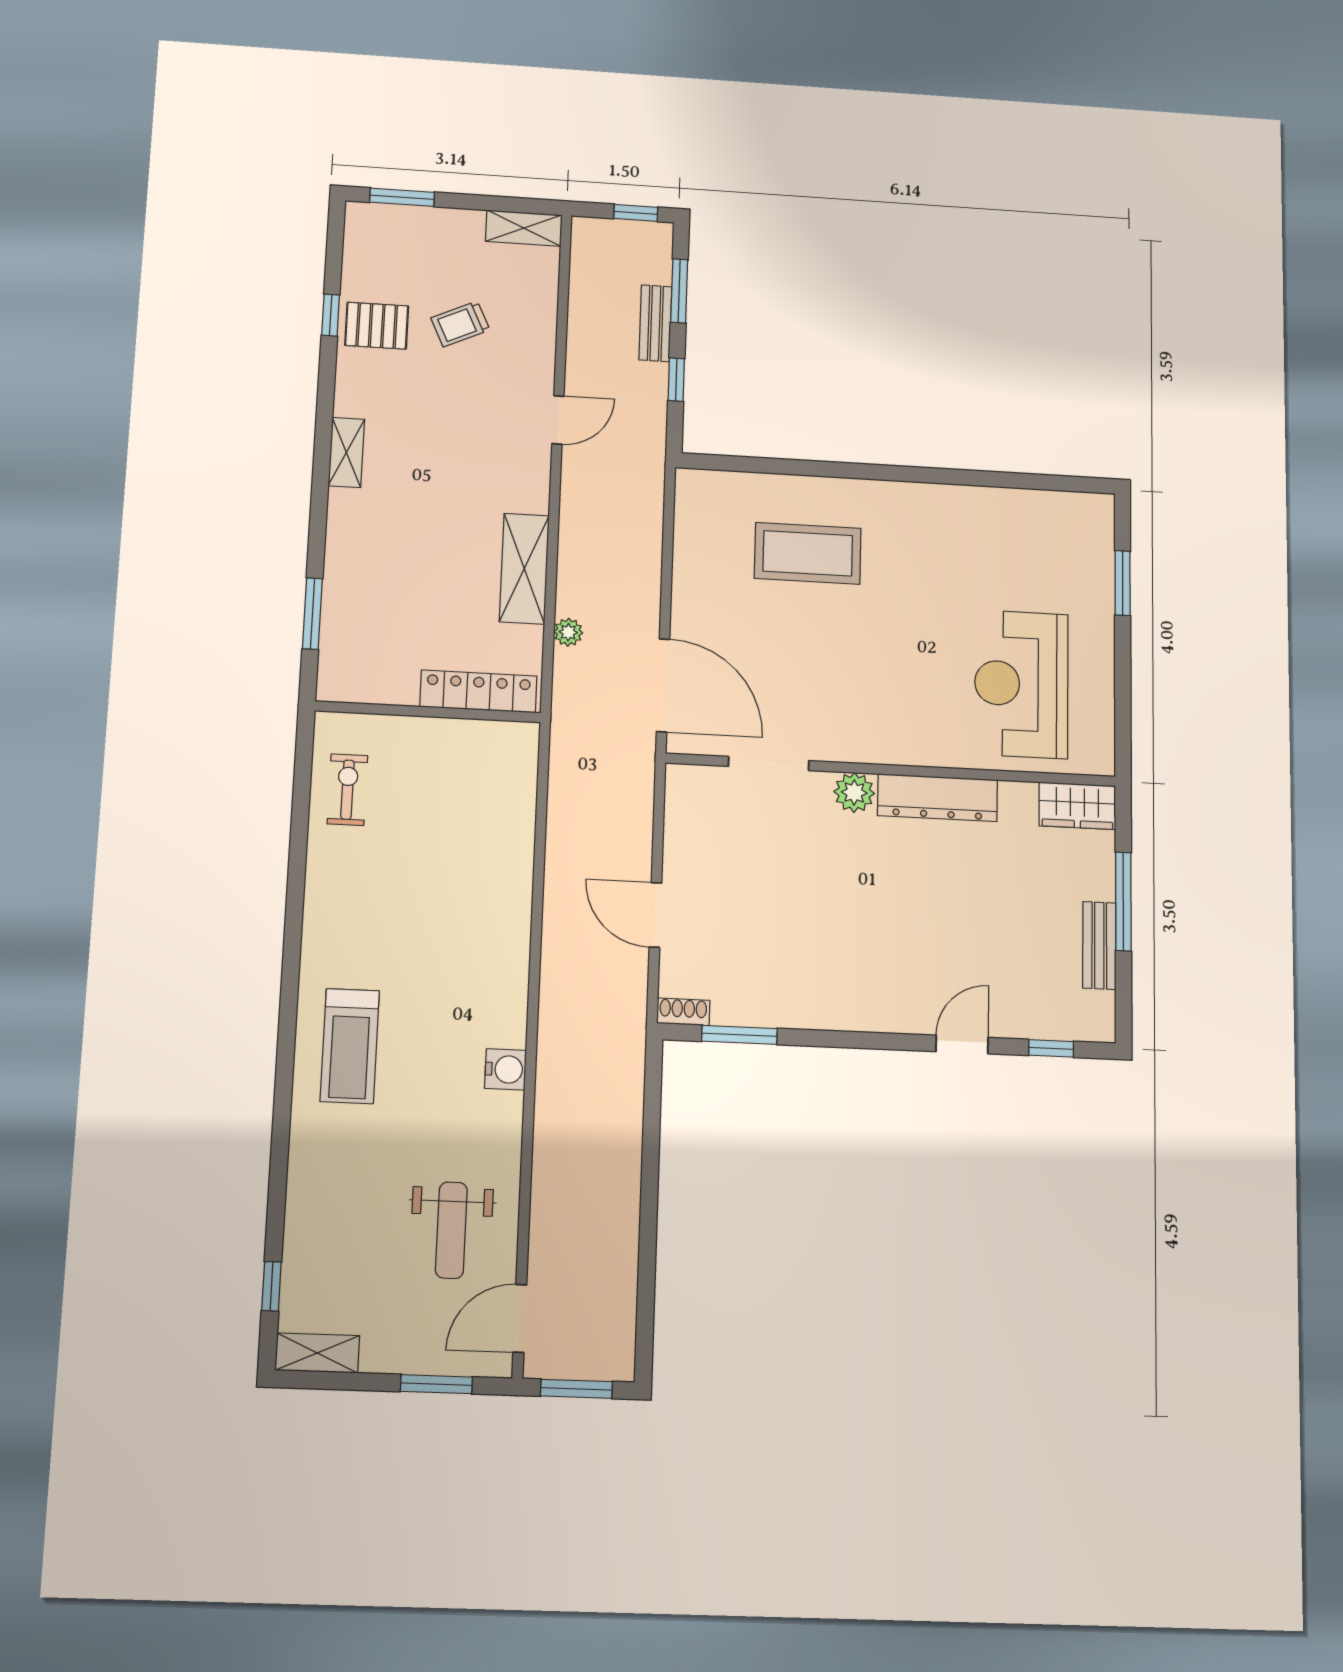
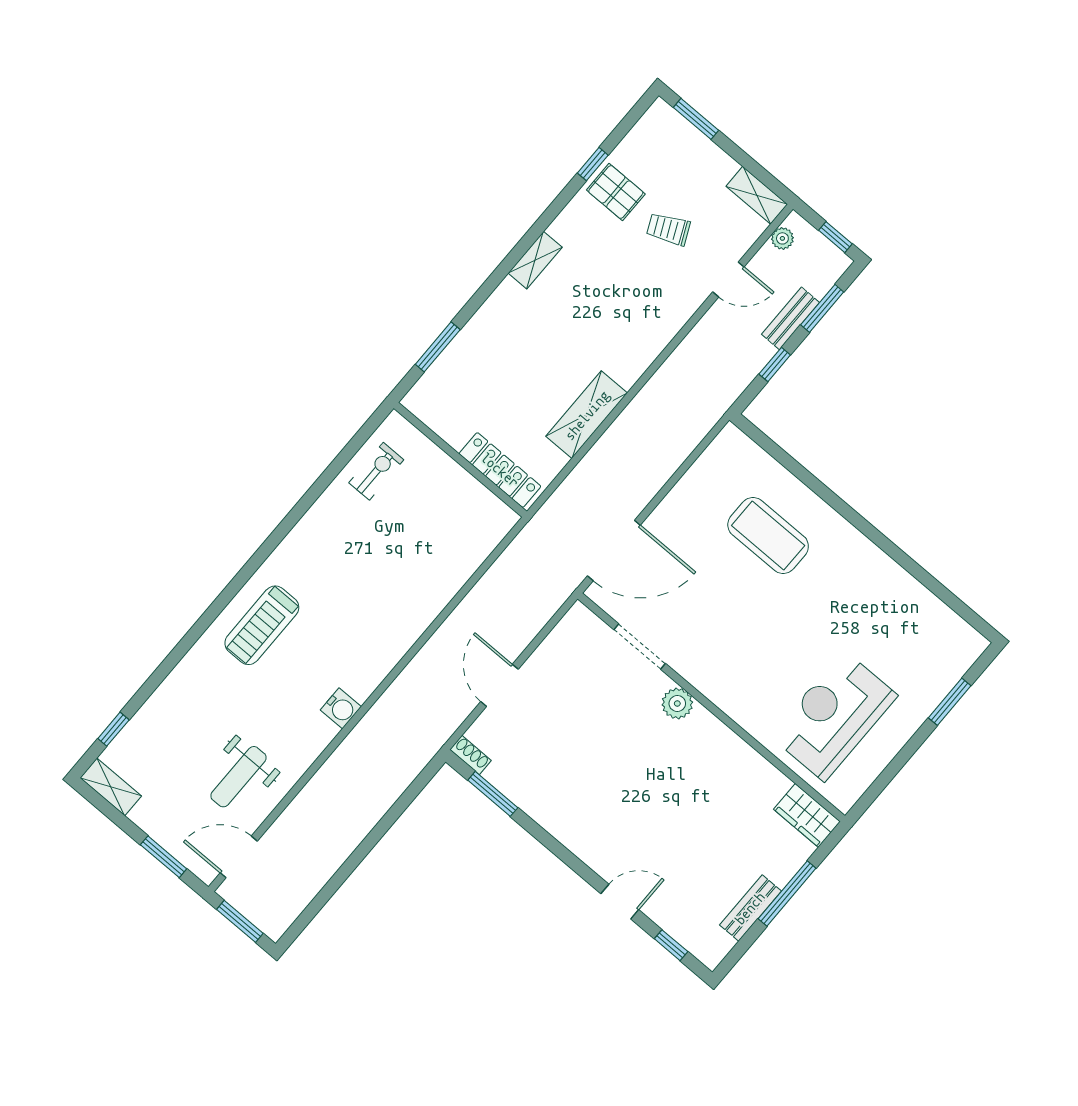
door: (558, 420) -> (728, 279), moved
plant: (568, 632) -> (782, 238), moved
door: (663, 685) -> (614, 550), hinge flipped
dresser: (938, 798) -> (725, 745), removed

